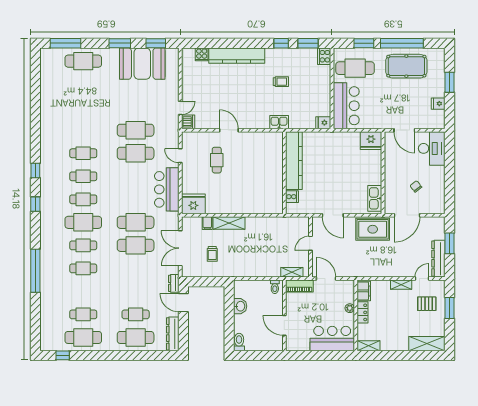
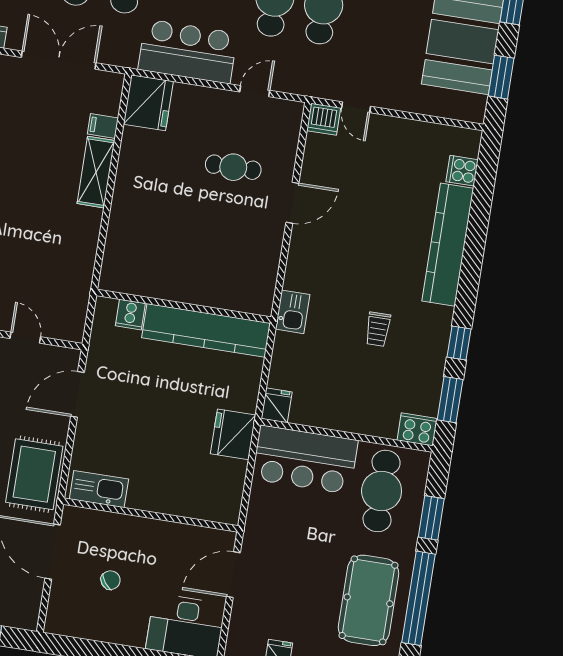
fridge: (371, 141) -> (233, 434), moved
trolley: (212, 254) -> (36, 126), removed

